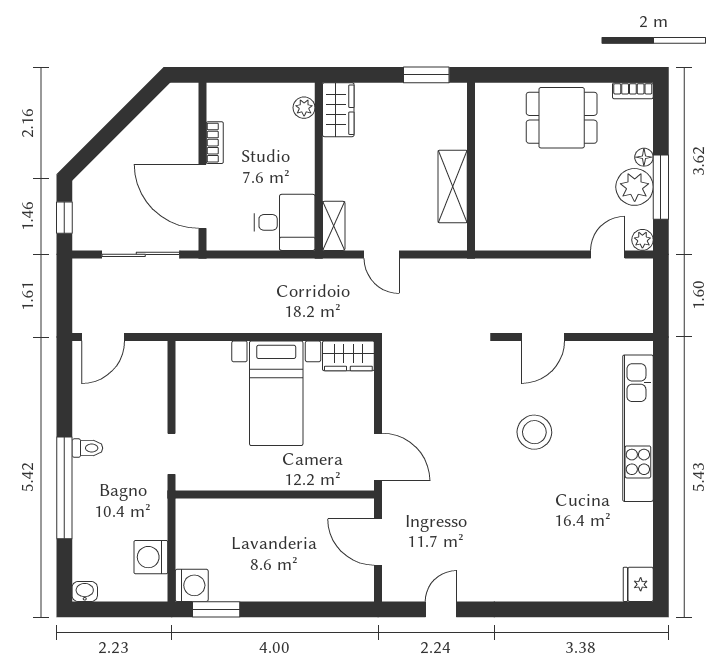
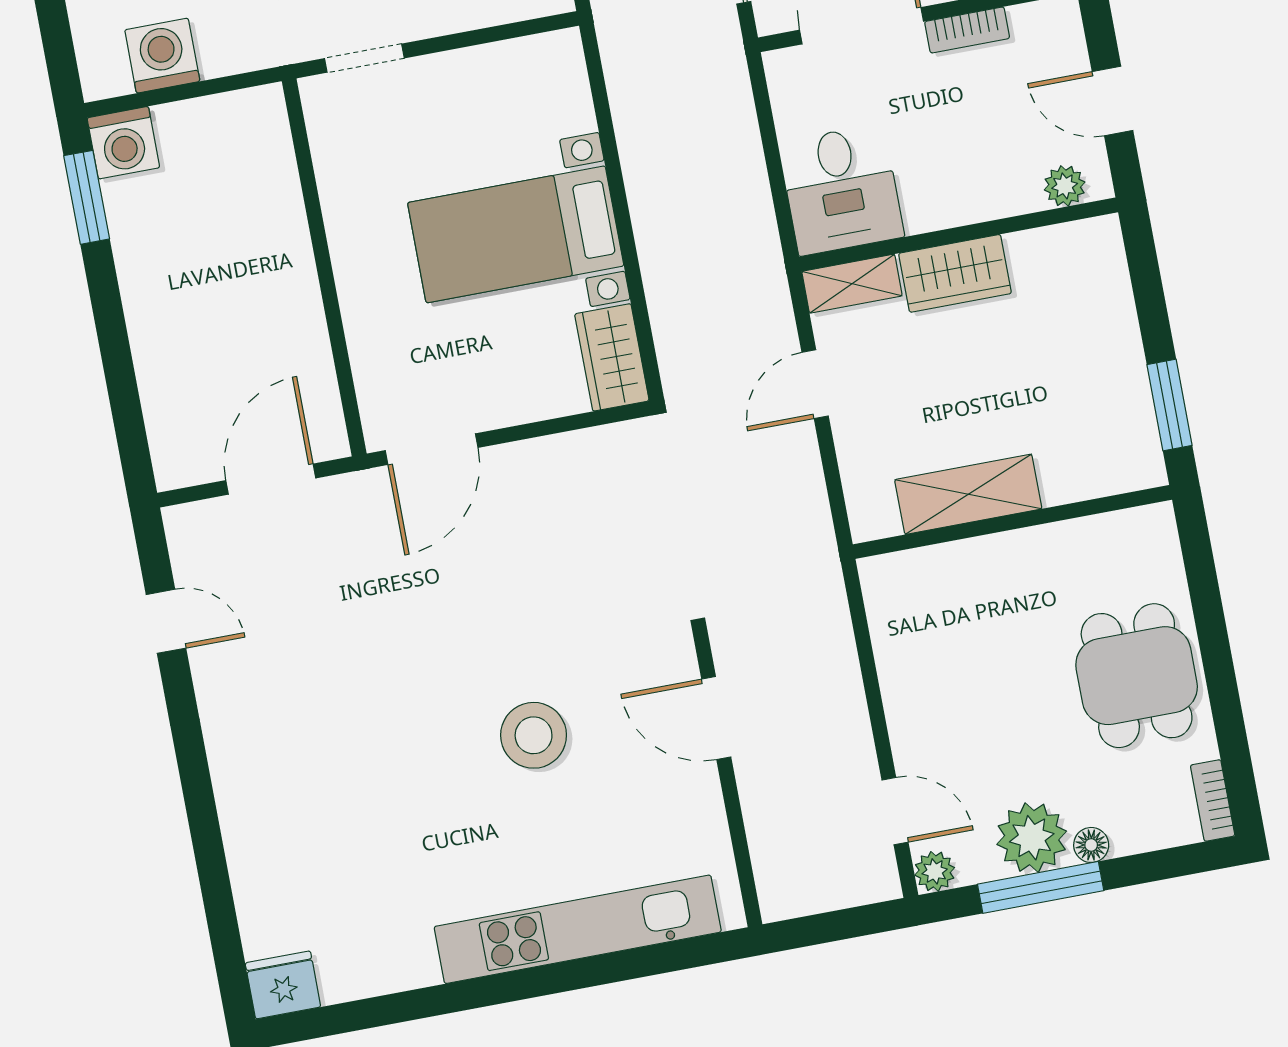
door: (265, 75) -> (1113, 101), added
wardrobe: (338, 110) -> (955, 273), moved

